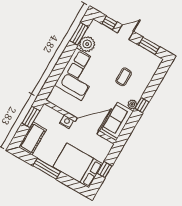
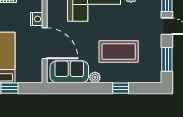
coffee table: (124, 77) -> (119, 51), width x1.86, depth x1.72
window: (142, 105) -> (121, 88), moved

